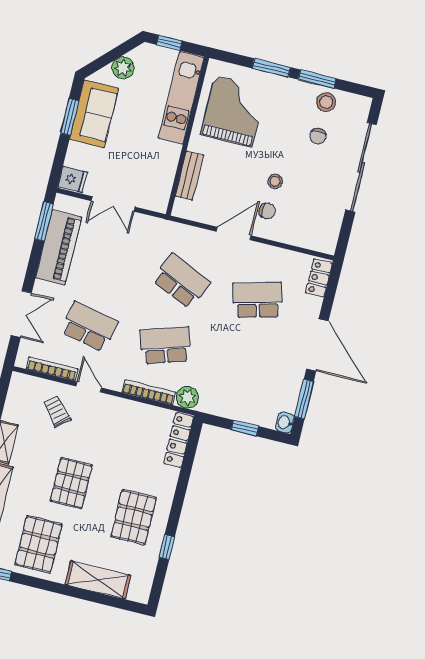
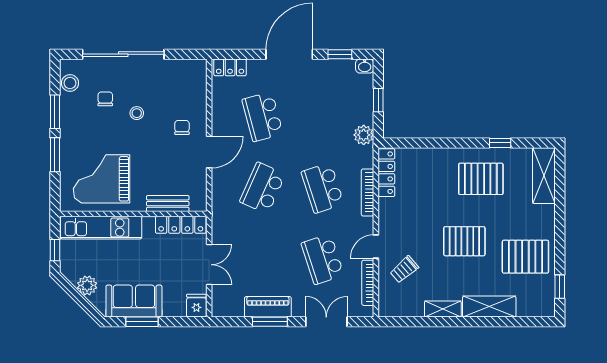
stool: (326, 102) -> (70, 83), moved
chair: (318, 136) -> (105, 99), turned -90
stool: (275, 181) -> (137, 113), moved
locker: (163, 184) -> (181, 225), added
window: (44, 222) -> (270, 322), moved
door: (234, 233) -> (209, 152), swing flipped
piano: (59, 247) -> (268, 307), width x0.73, depth x0.75
school desk: (89, 327) -> (323, 259), turned -30
plant: (187, 397) -> (364, 135), moved
window: (304, 399) -> (340, 54), width x0.67
locker: (179, 440) -> (386, 173), moved, turned -90
shelving: (98, 580) -> (544, 176), moved

